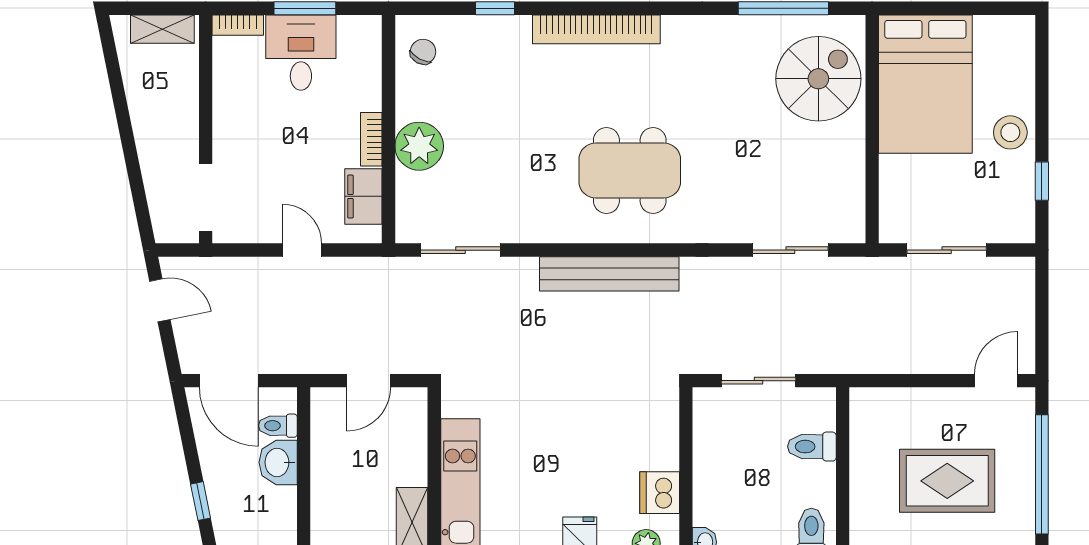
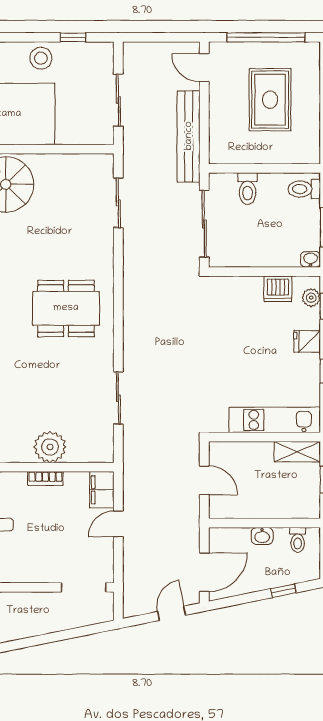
dining table: (630, 171) -> (66, 308), turned 90
filing cabinet: (363, 196) -> (102, 490), moved, turned 90
sliding door: (461, 250) -> (118, 398), moved
bench: (609, 274) -> (189, 136), moved
door: (160, 300) -> (172, 613), moved
sliding door: (759, 381) -> (204, 224), width x1.37
toilet: (278, 426) -> (298, 540), moved
washbasin: (278, 462) -> (262, 536), width x0.72, depth x0.69

